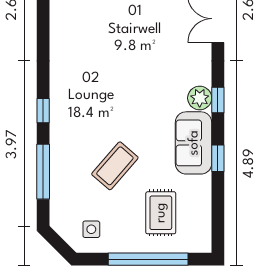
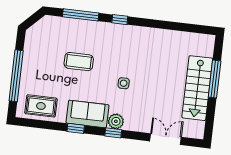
coffee table: (115, 166) -> (79, 62), turned -41
rug: (161, 213) -> (41, 106), moved
side table: (91, 229) -> (124, 83), moved

